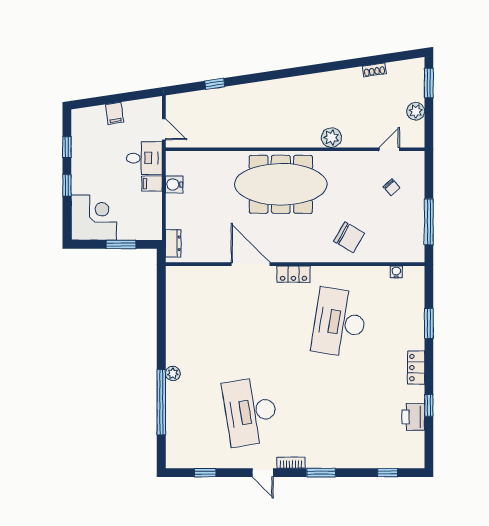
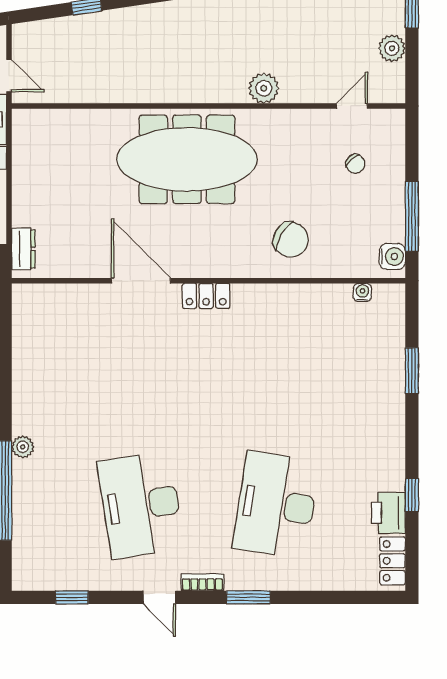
water cooler: (174, 185) -> (392, 257), moved, turned 180
desk: (340, 322) -> (276, 505), moved
locker: (416, 368) -> (393, 561), moved
window: (388, 473) -> (349, 597), removed

